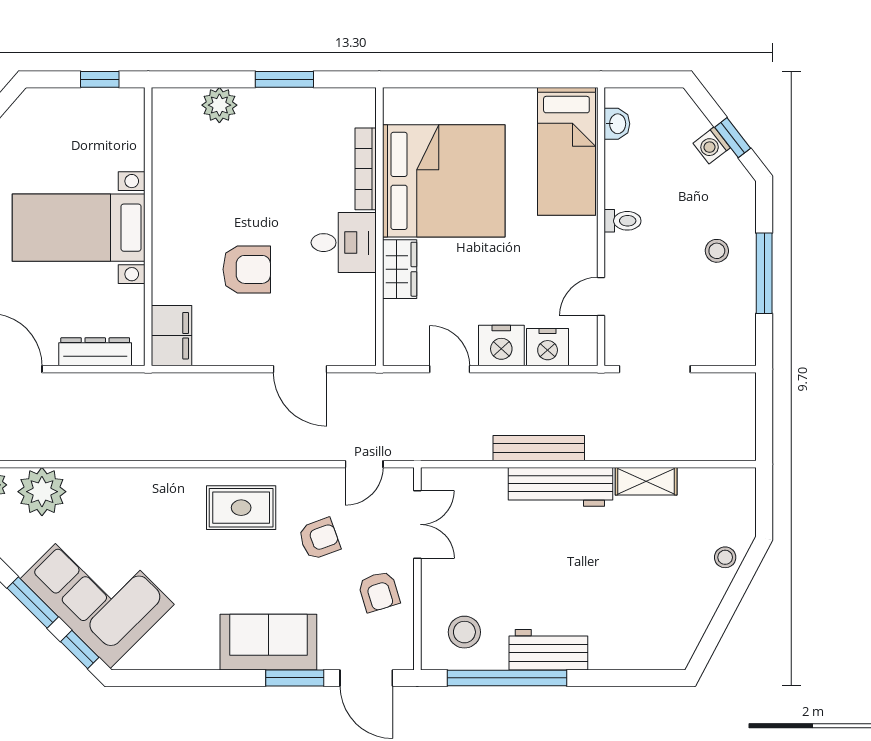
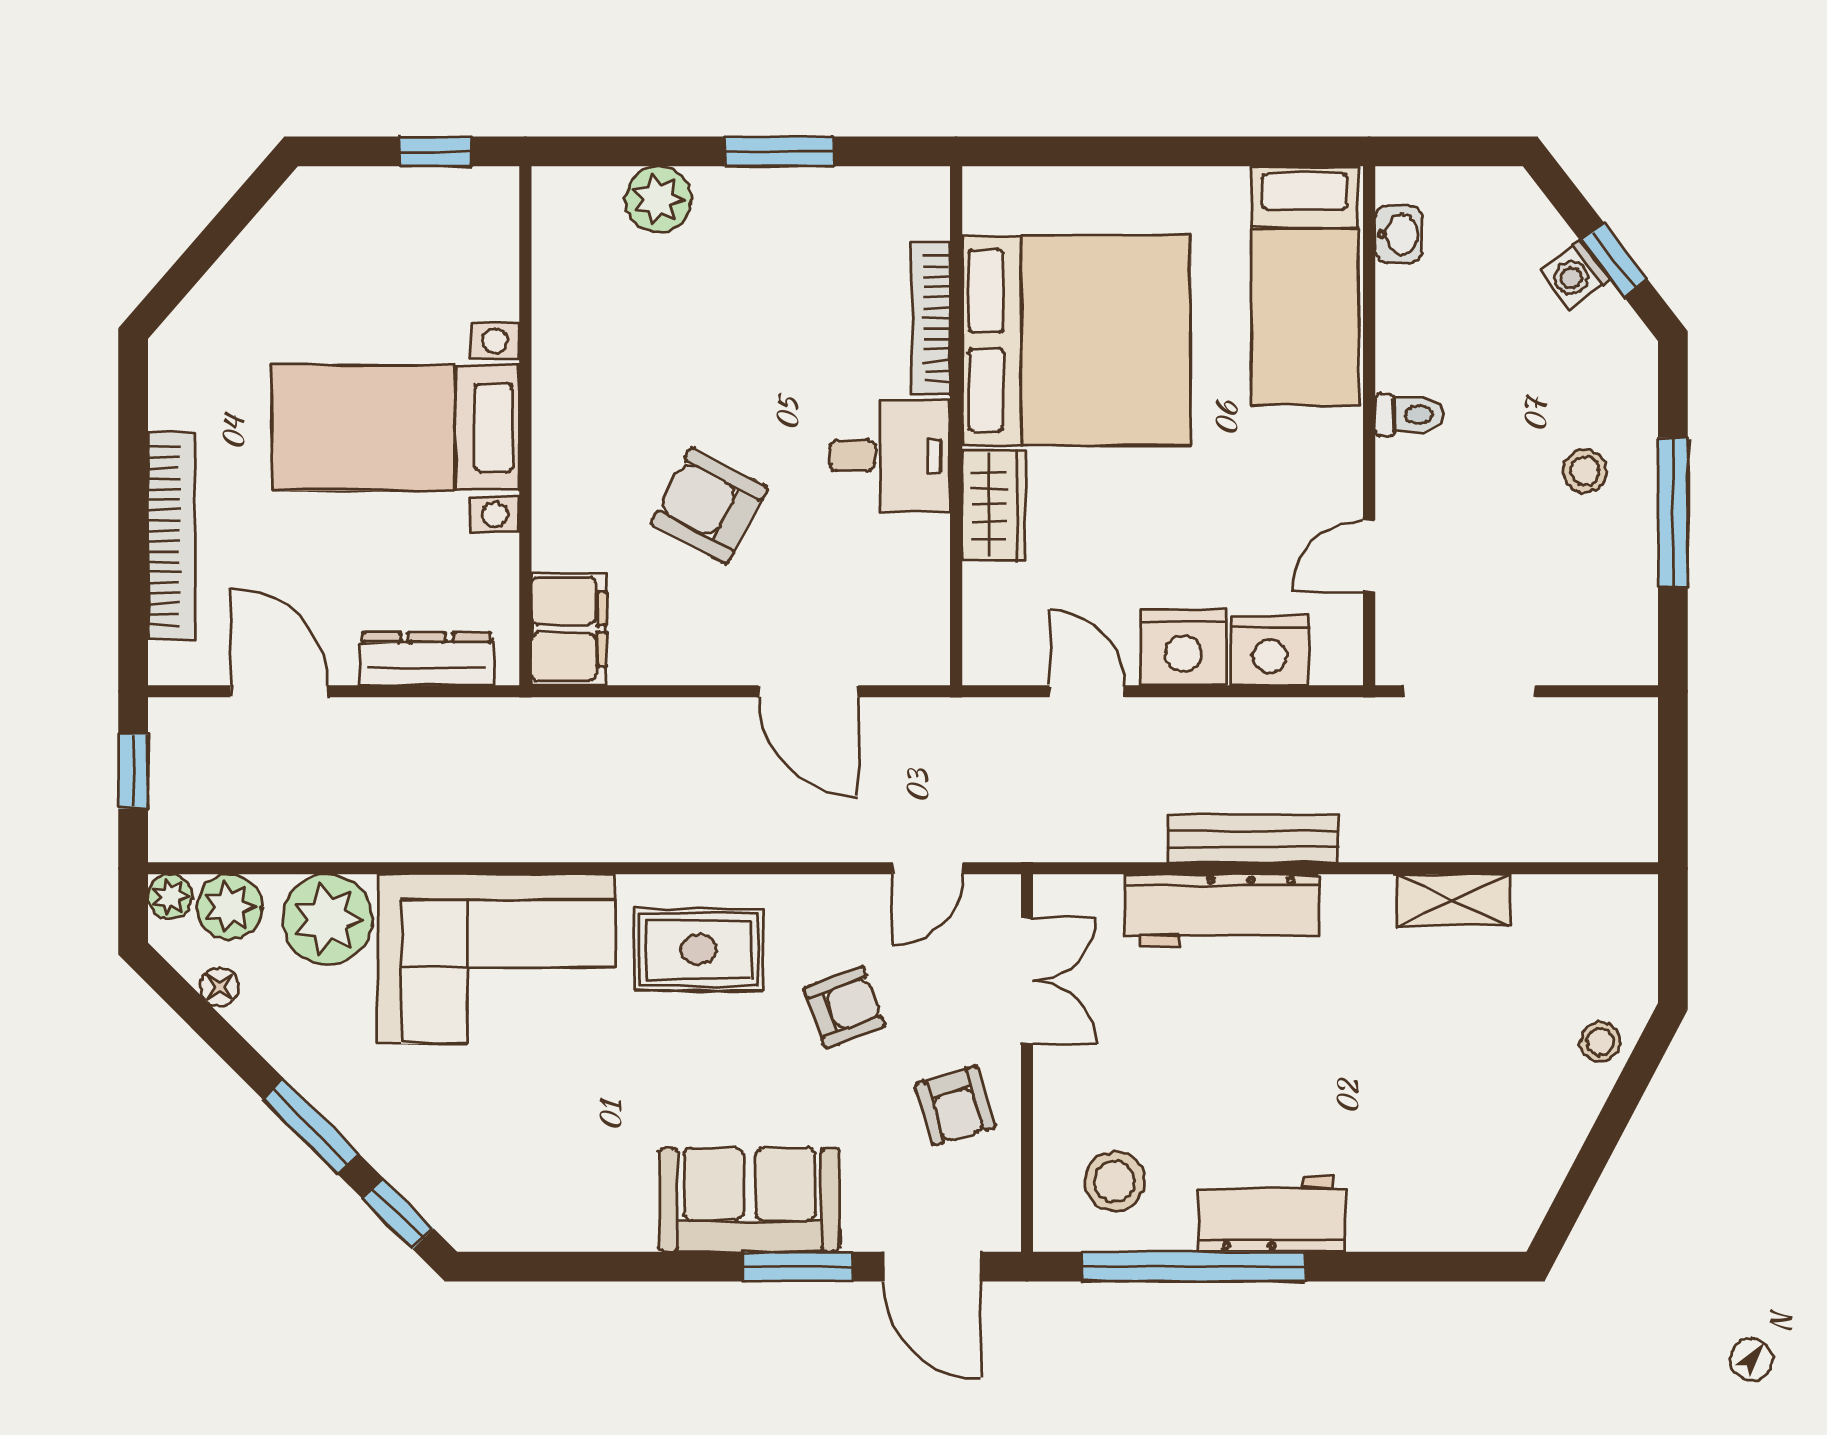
armchair: (247, 269) -> (709, 506), turned -152
workbench: (561, 487) -> (1222, 911), moved
corner sofa: (97, 592) -> (496, 959), moved, turned 135

